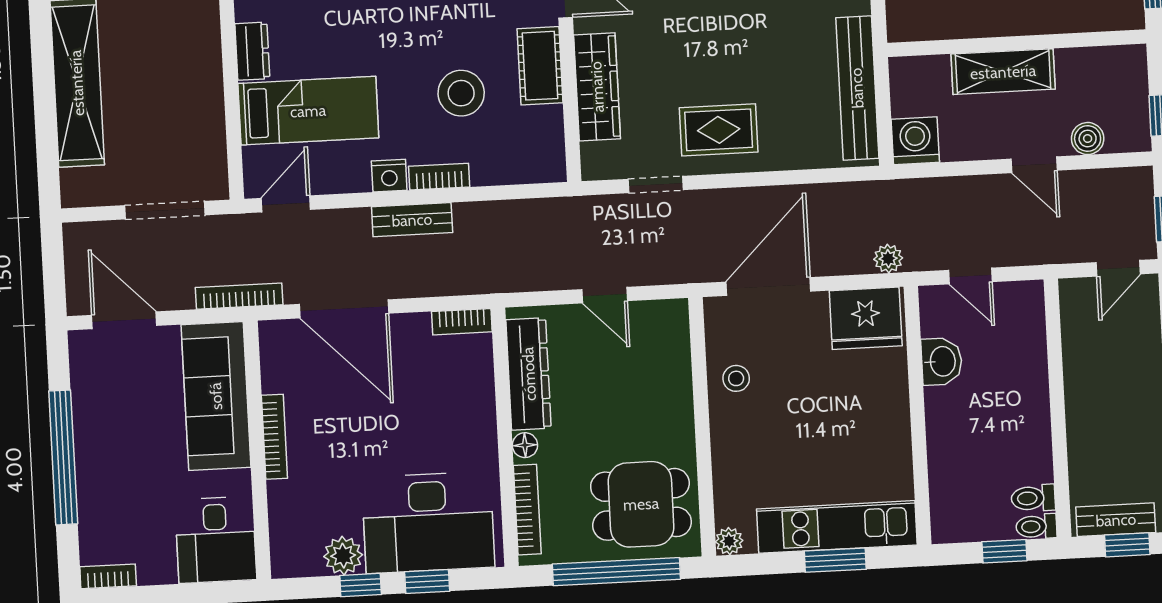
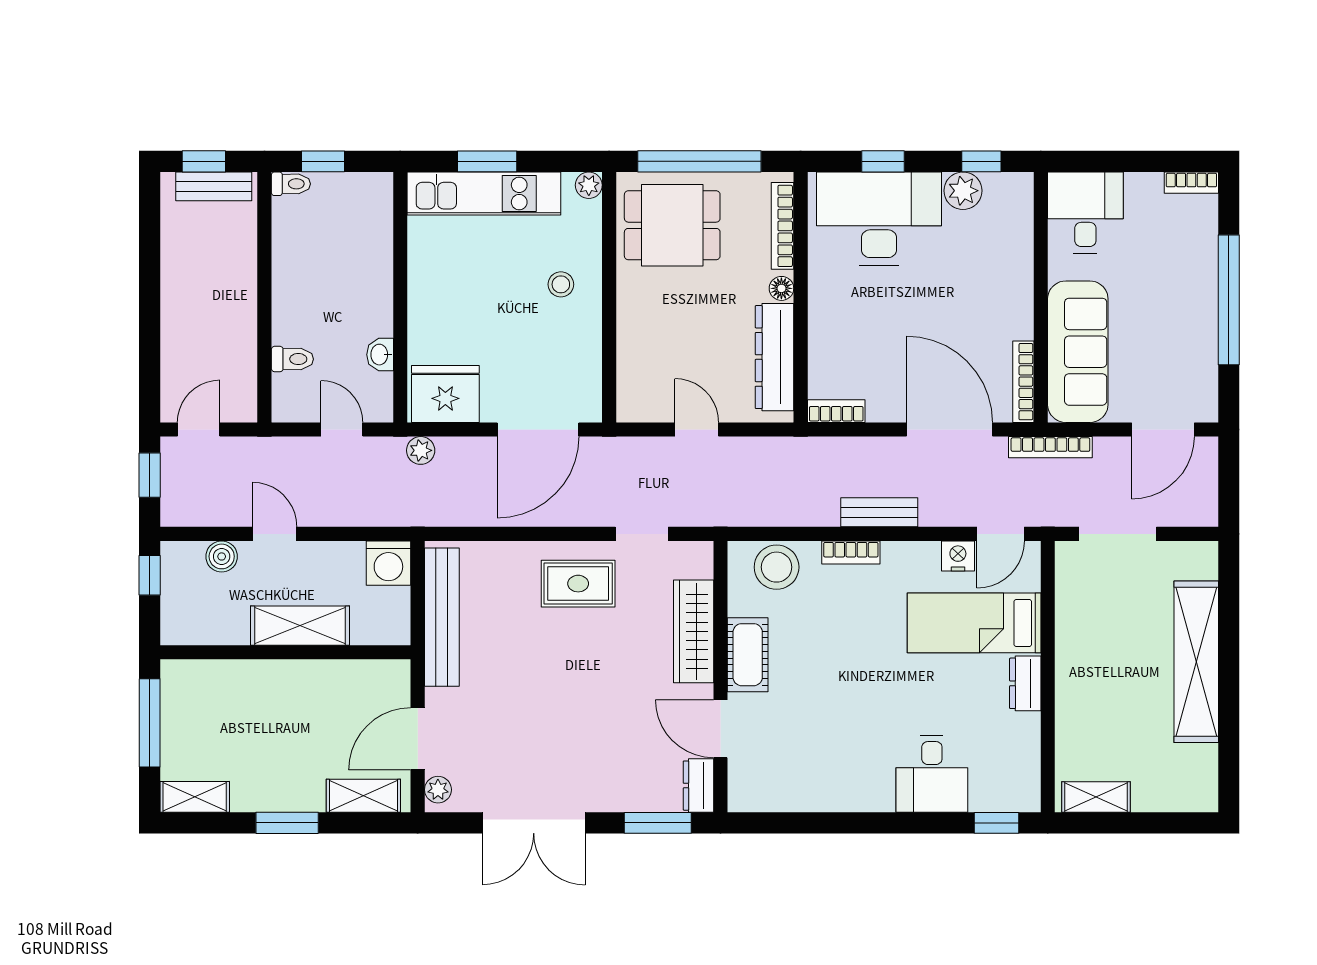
stool: (461, 93) -> (777, 567), moved
nightstand: (389, 176) -> (958, 556), moved
door: (124, 320) -> (1163, 429), hinge flipped
washbasin: (942, 361) -> (380, 355), width x0.72, depth x0.69
stool: (736, 378) -> (561, 284), moved
bookcase: (274, 437) -> (1023, 382), moved
toilet: (1033, 498) -> (292, 359), moved
window: (361, 585) -> (981, 161), moved

